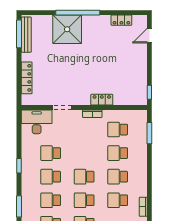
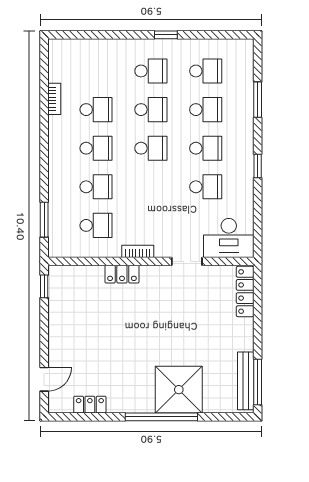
locker: (27, 78) -> (245, 292), moved

